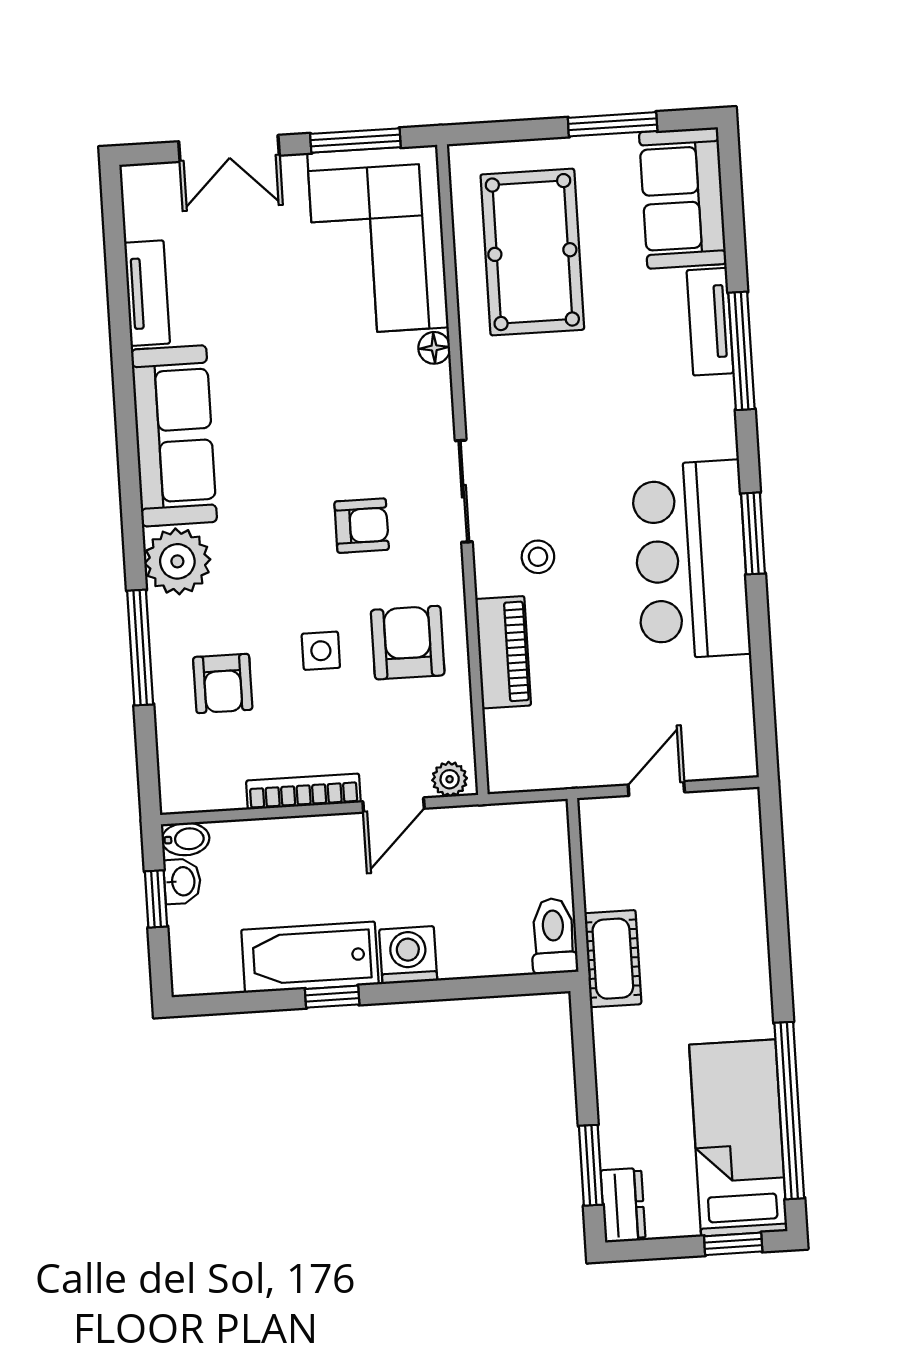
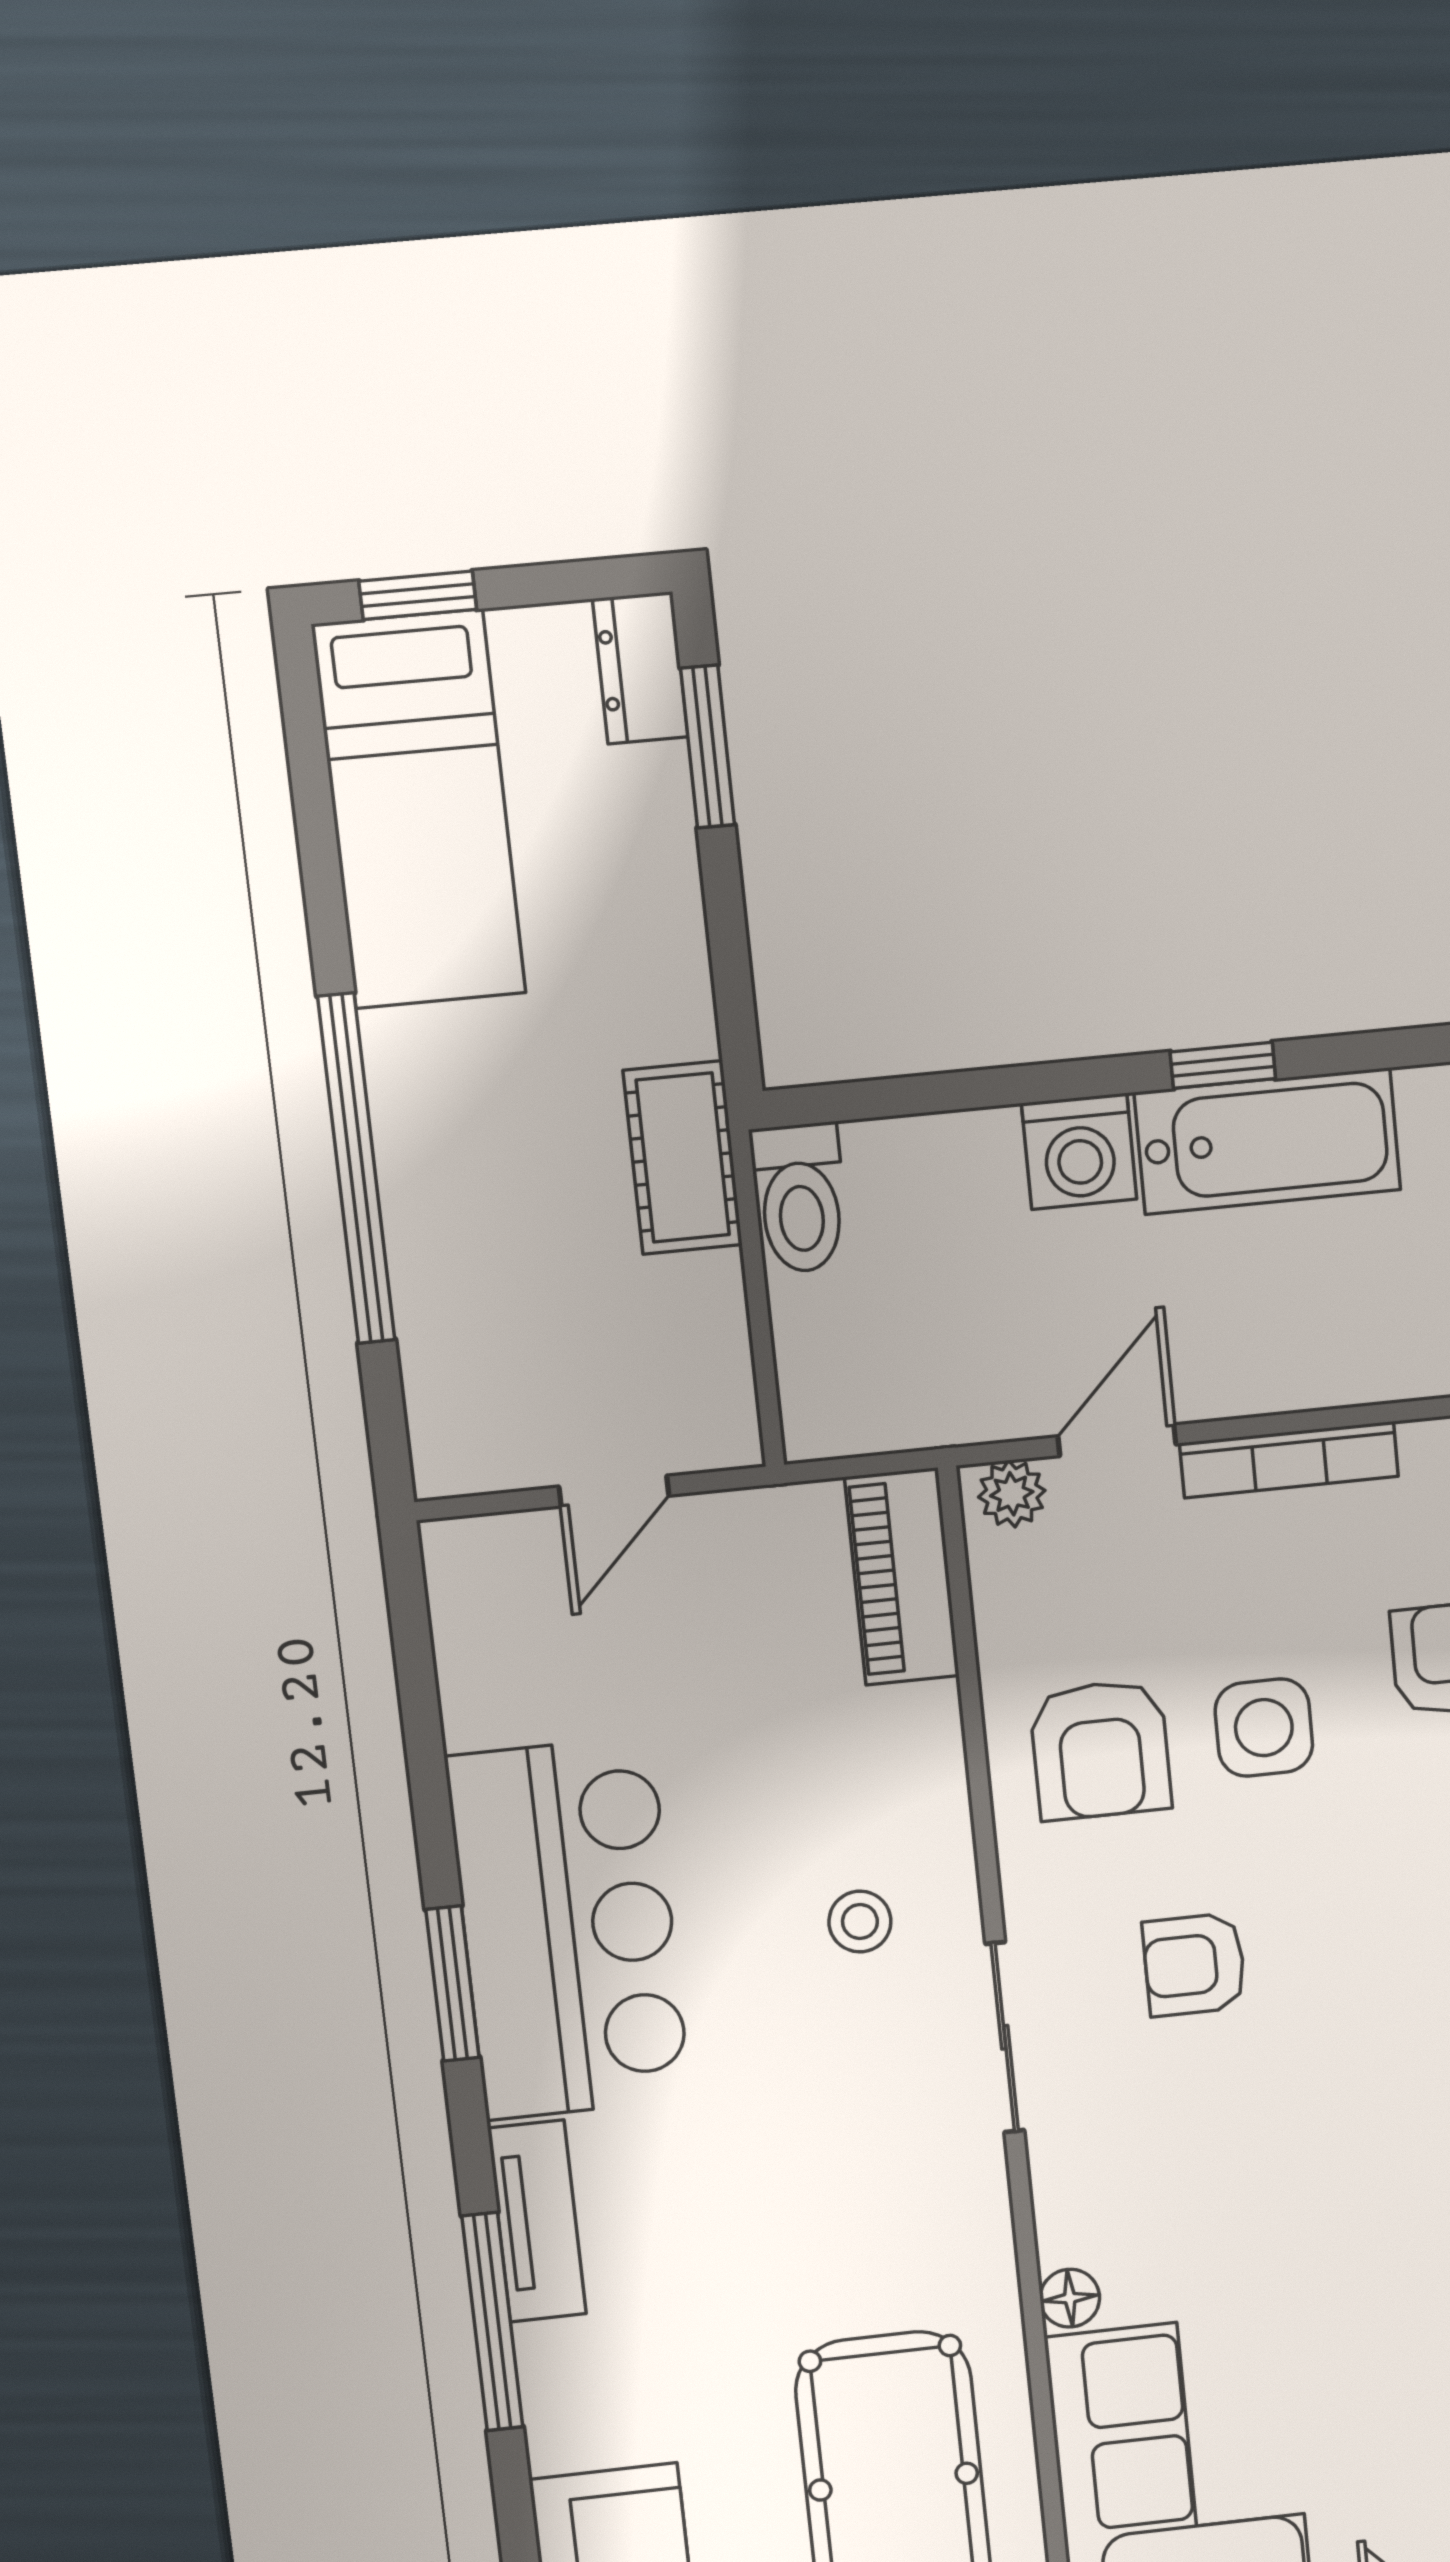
tv unit: (710, 322) -> (537, 2221), moved
side table: (321, 651) -> (1264, 1728), width x1.37, depth x1.37
piano: (503, 652) -> (902, 1577), moved
window: (789, 1111) -> (356, 1169), moved

